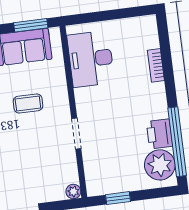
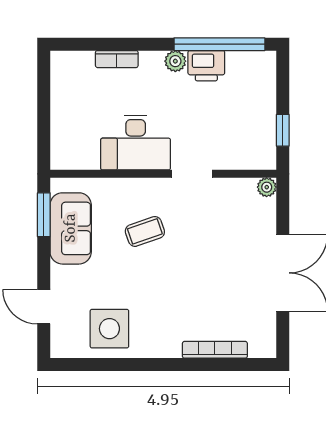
desk: (91, 59) -> (136, 143), moved
coffee table: (28, 103) -> (145, 231), turned 71
plant: (160, 165) -> (175, 61), moved, width x0.53, depth x0.53

